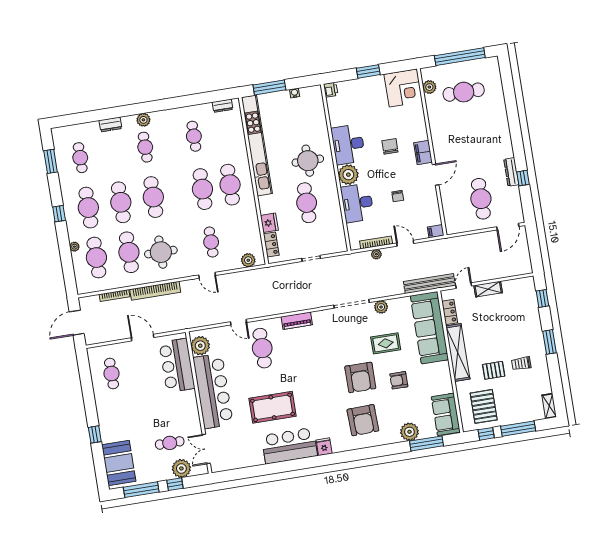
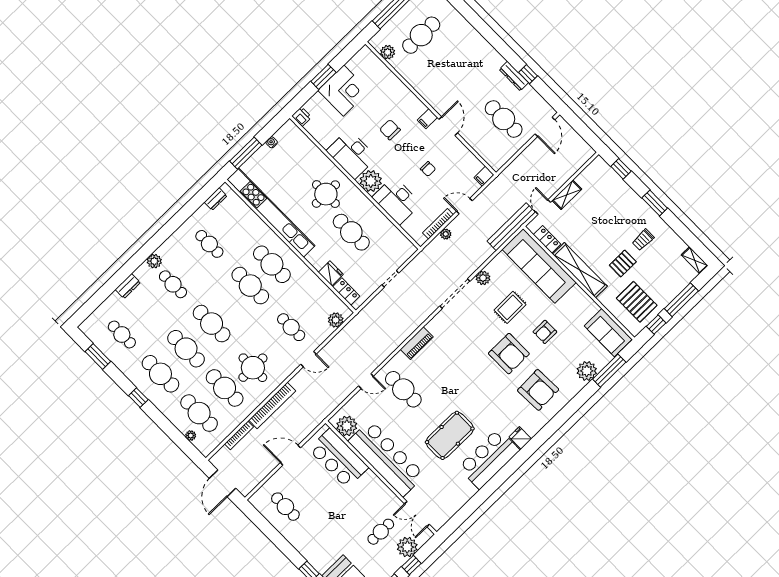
corner desk: (403, 88) -> (343, 91), moved
filing cabinet: (423, 153) -> (427, 119), width x0.50
plant: (74, 247) -> (191, 436), moved

